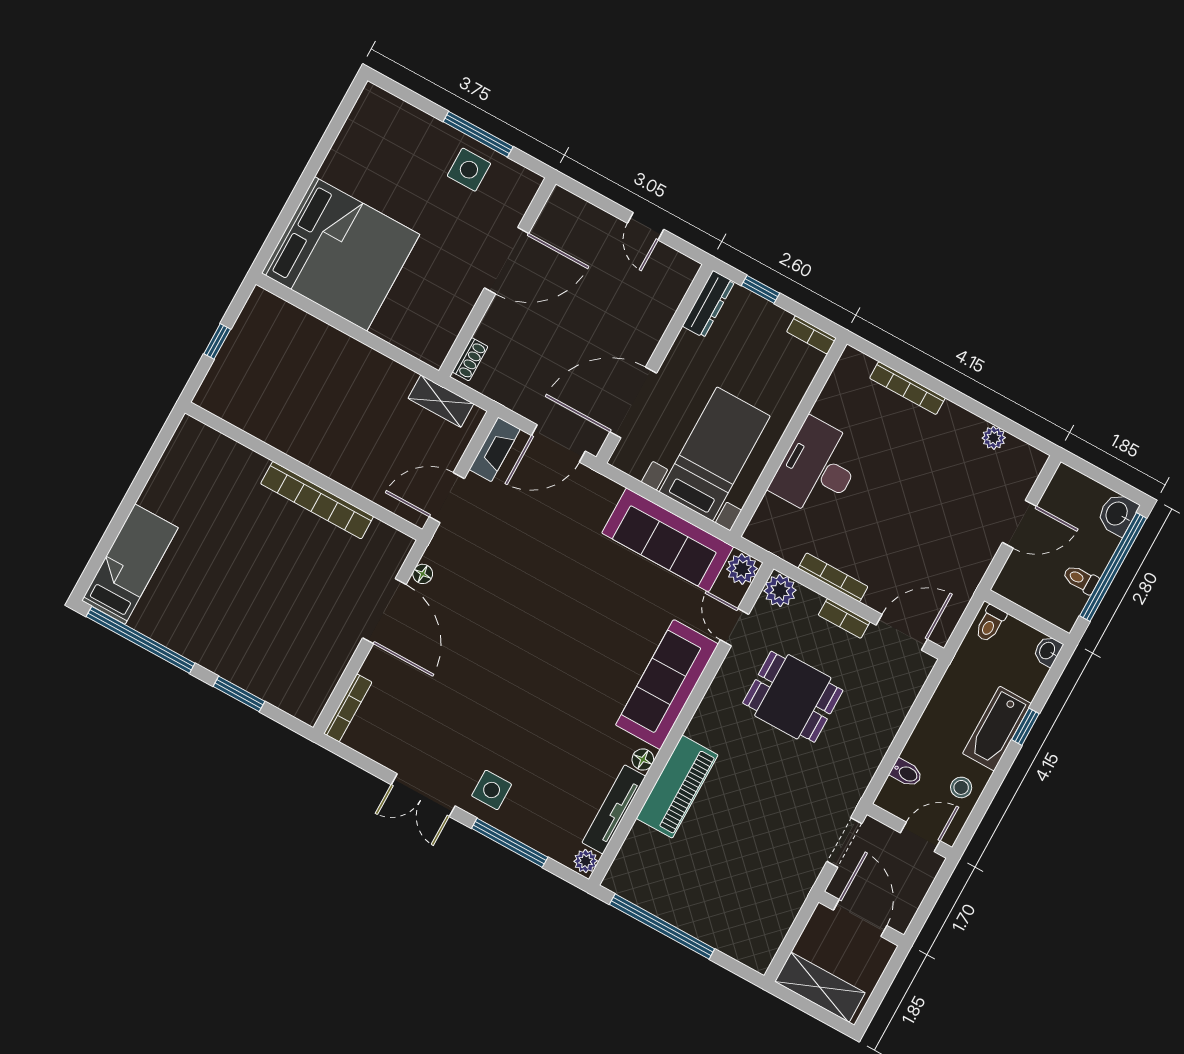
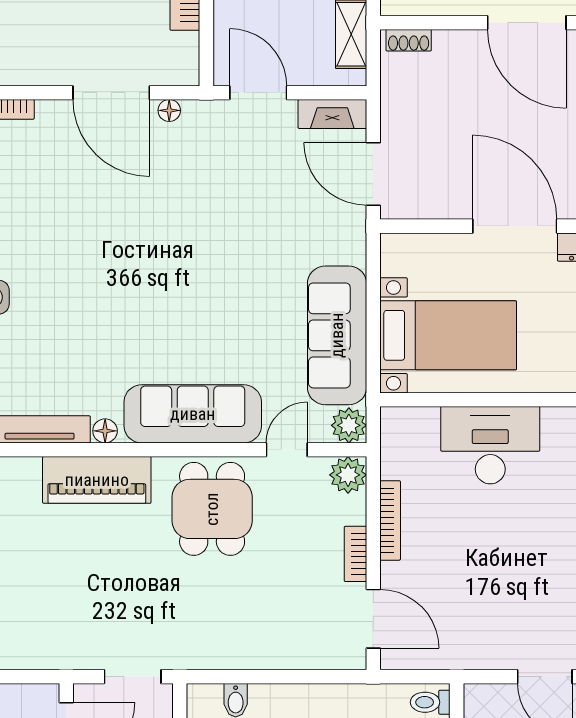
door: (633, 402) -> (515, 226), moved
door: (384, 611) -> (111, 93), hinge flipped
dining table: (793, 697) -> (212, 509), moved

